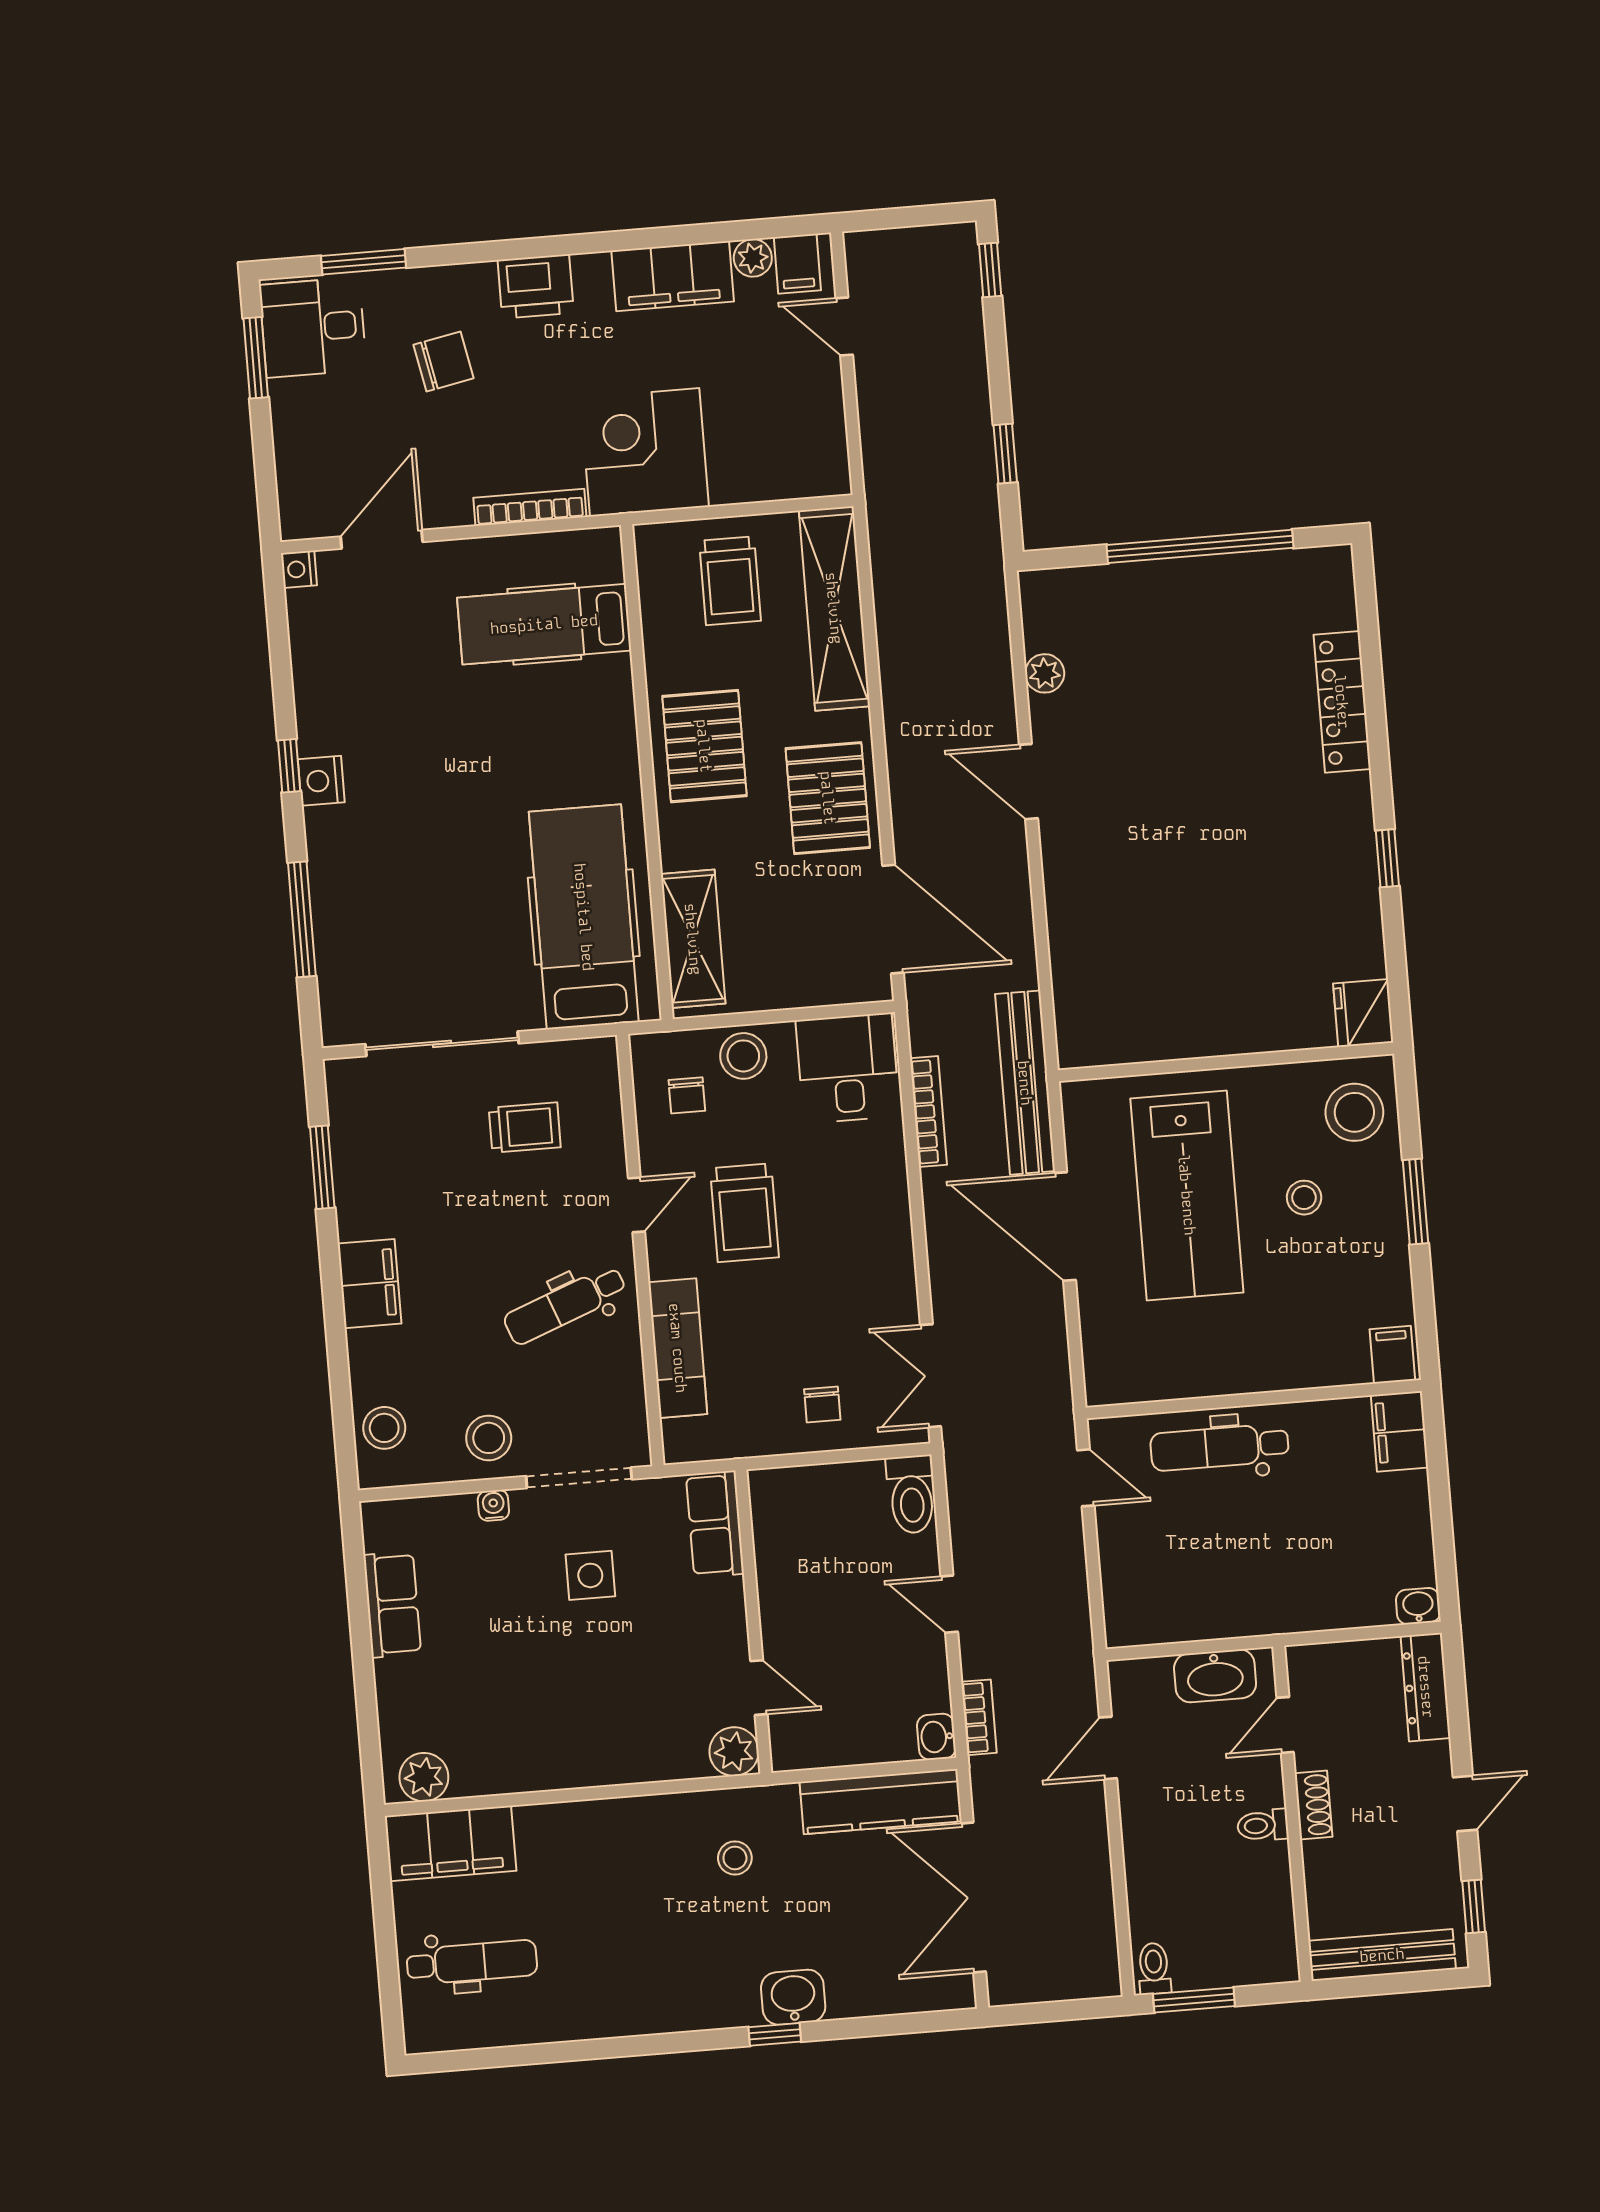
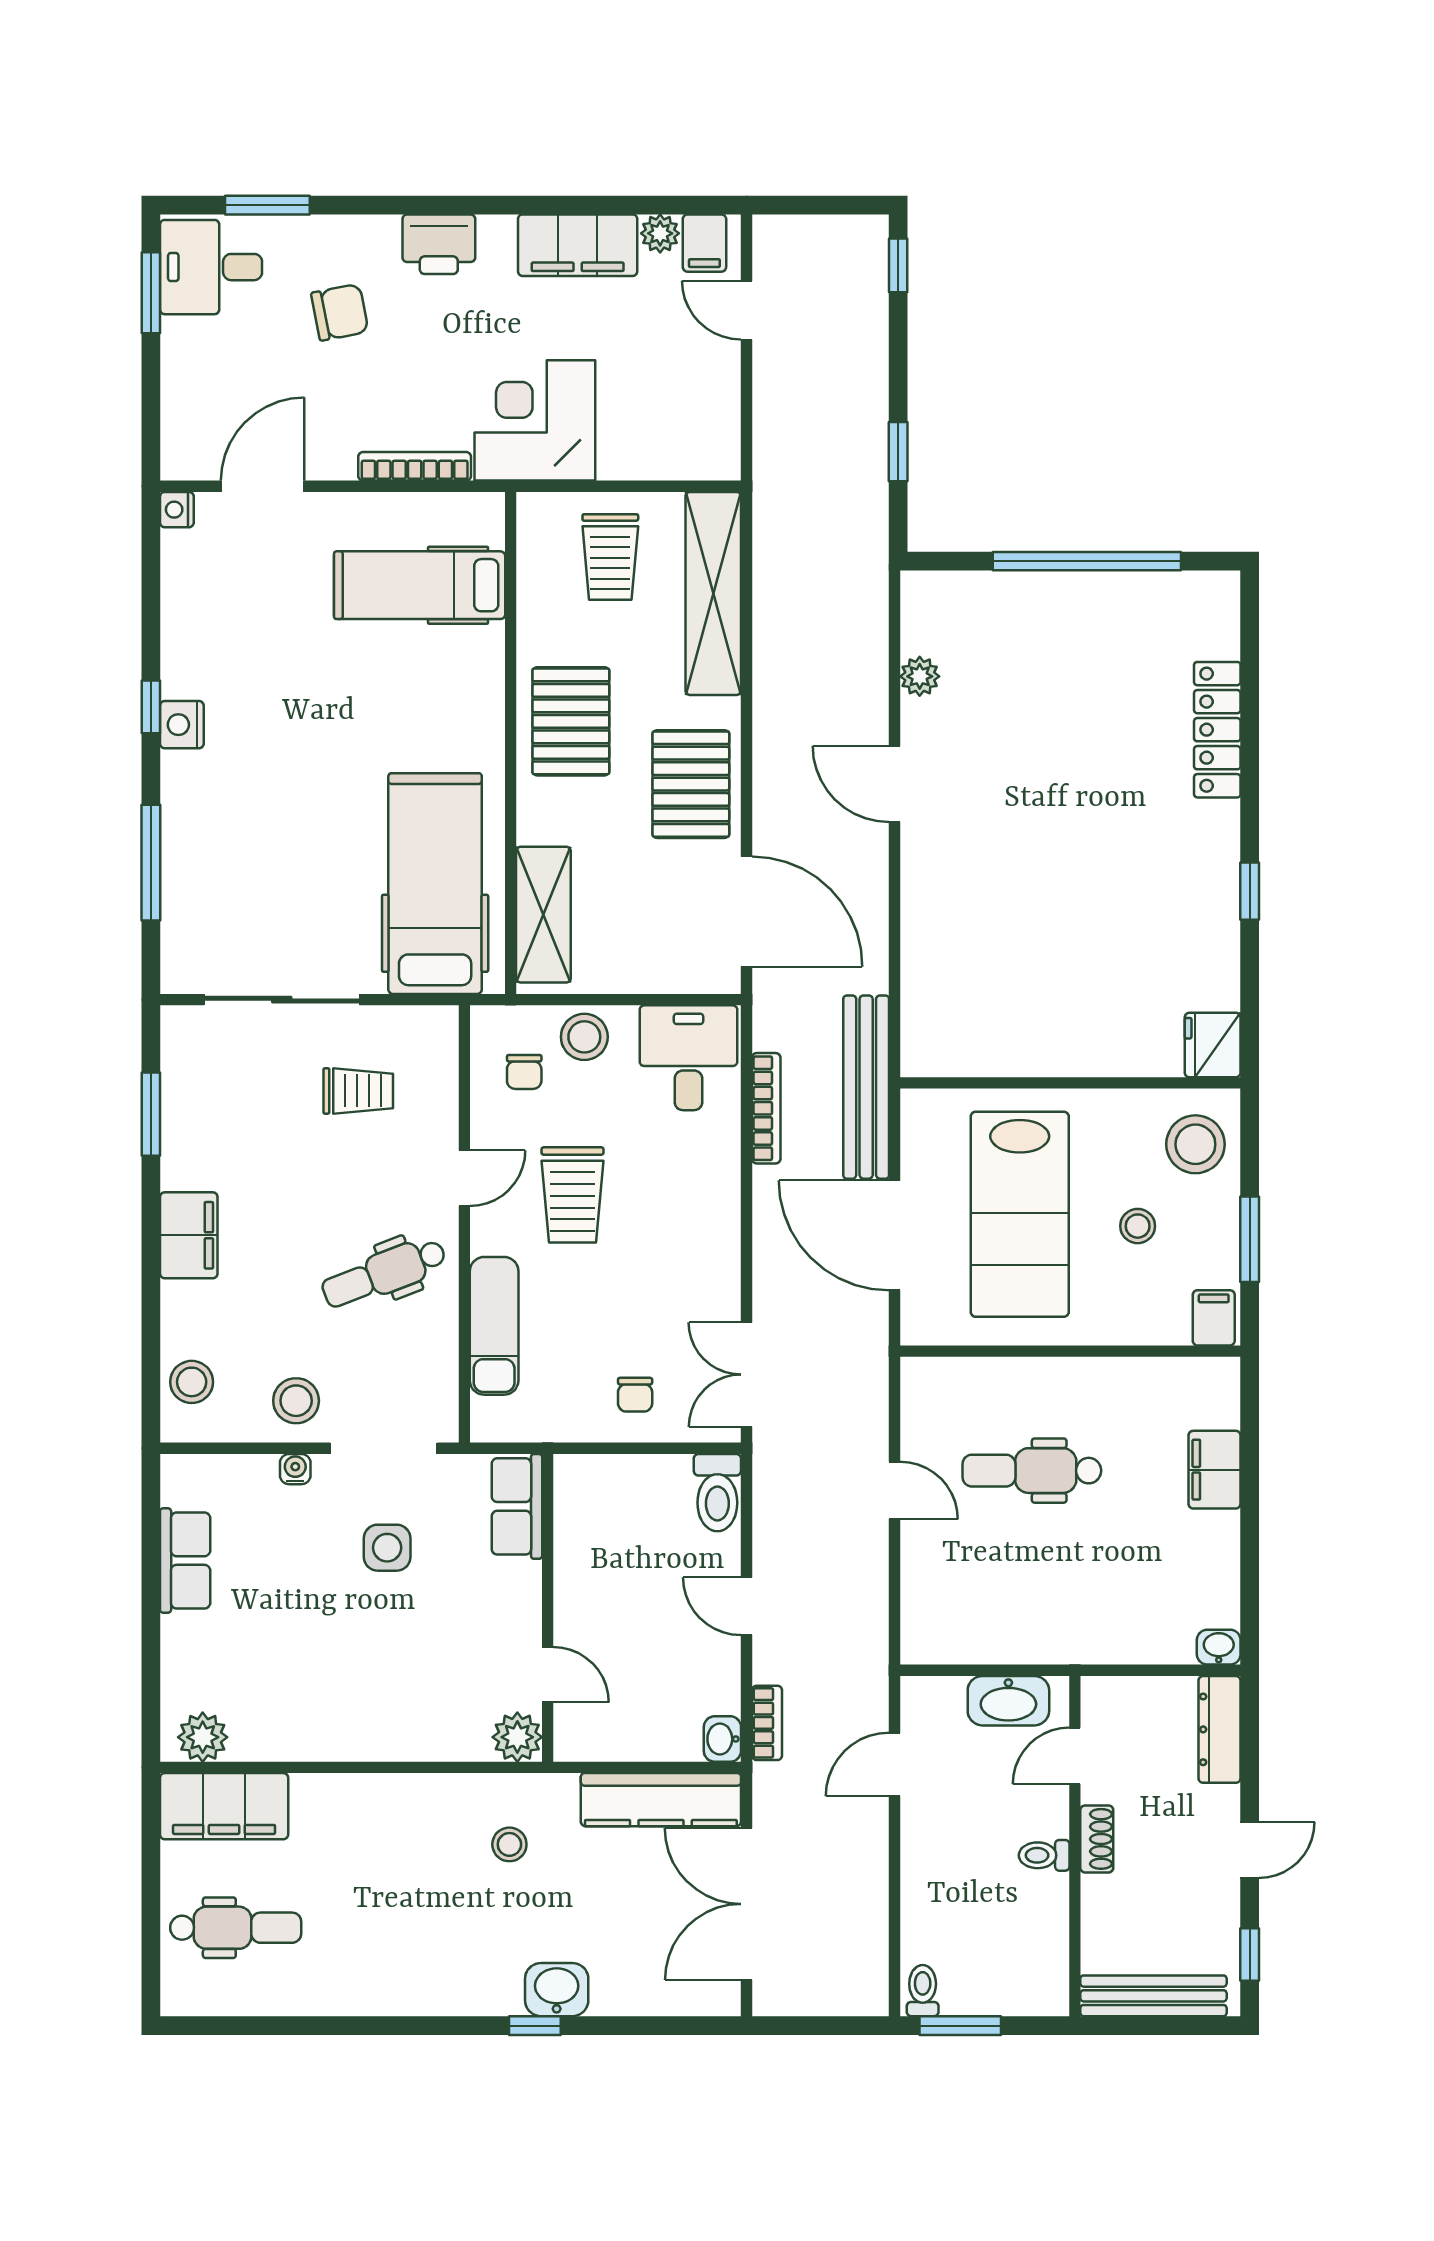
filing cabinet: (1392, 1355) -> (1214, 1318), moved
wall: (1254, 1399) -> (1070, 1351), moved

